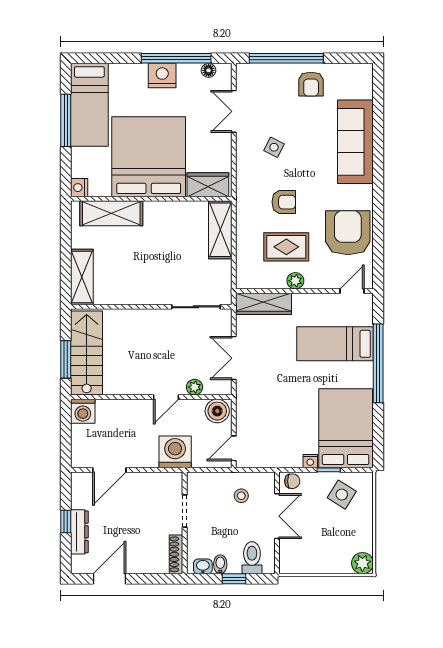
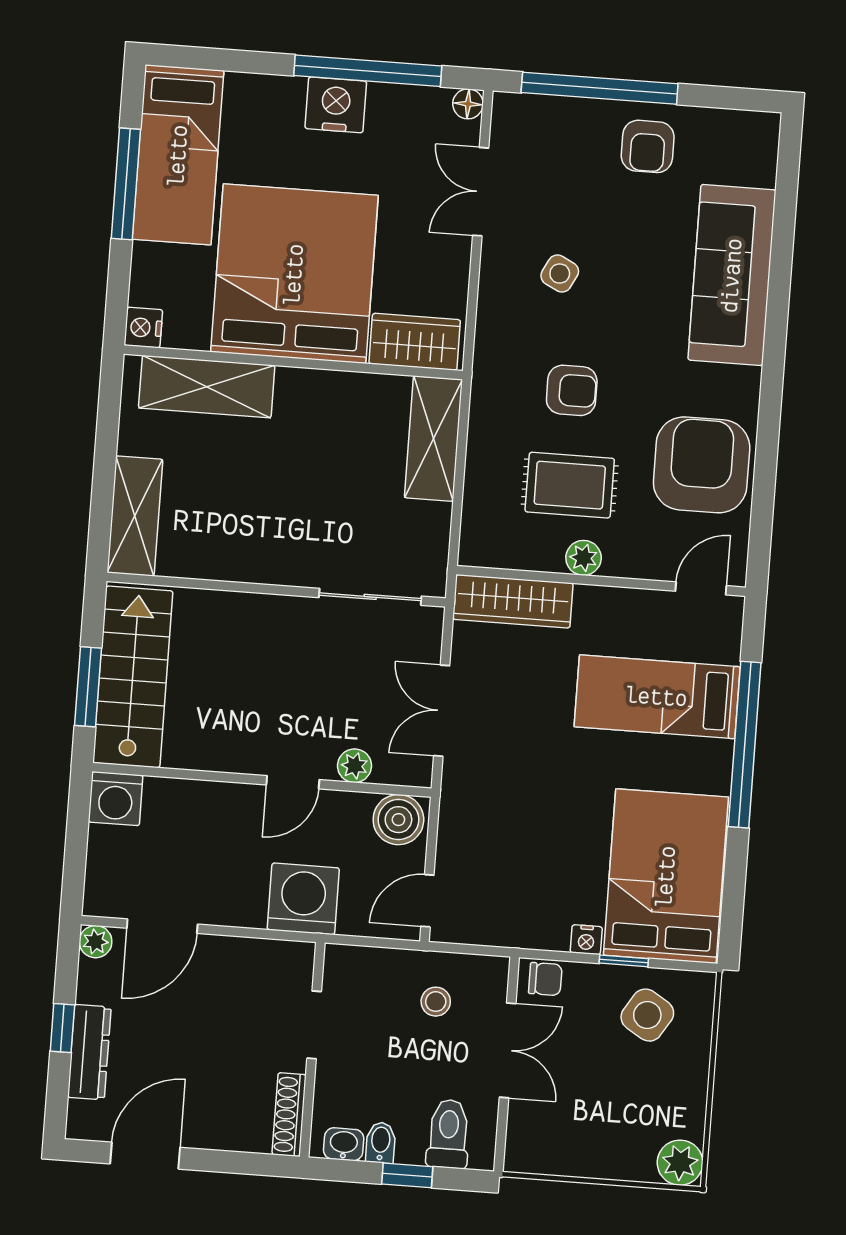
floor lamp: (209, 70) -> (468, 104), moved
plant: (78, 479) -> (96, 942), added

